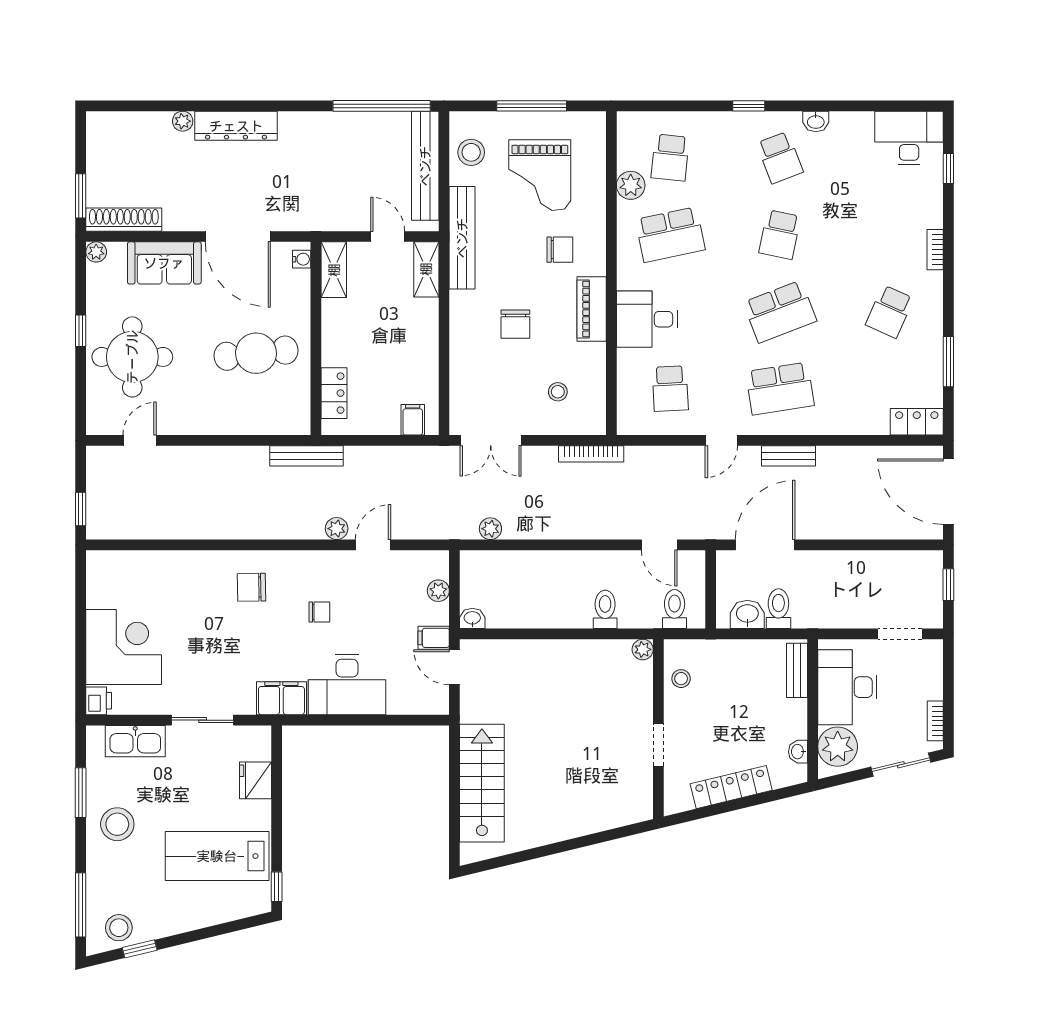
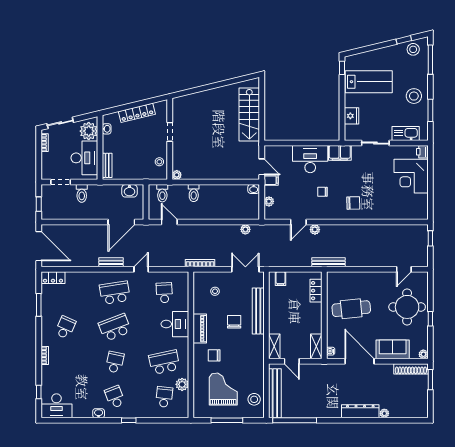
bench: (462, 238) -> (258, 311), moved
toilet: (778, 609) -> (82, 193), moved

